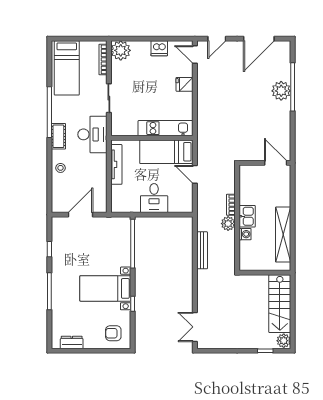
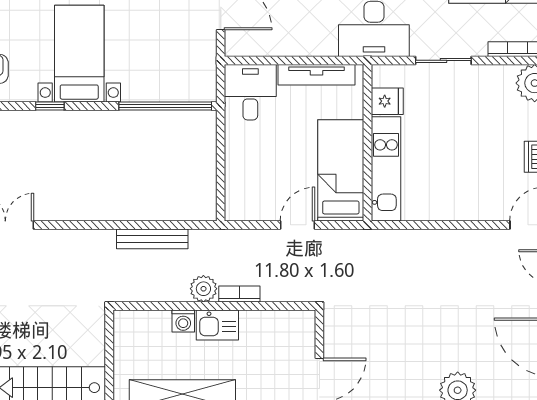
fridge: (185, 84) -> (387, 101), moved, turned 90
desk: (154, 198) -> (250, 92), moved, turned 90

